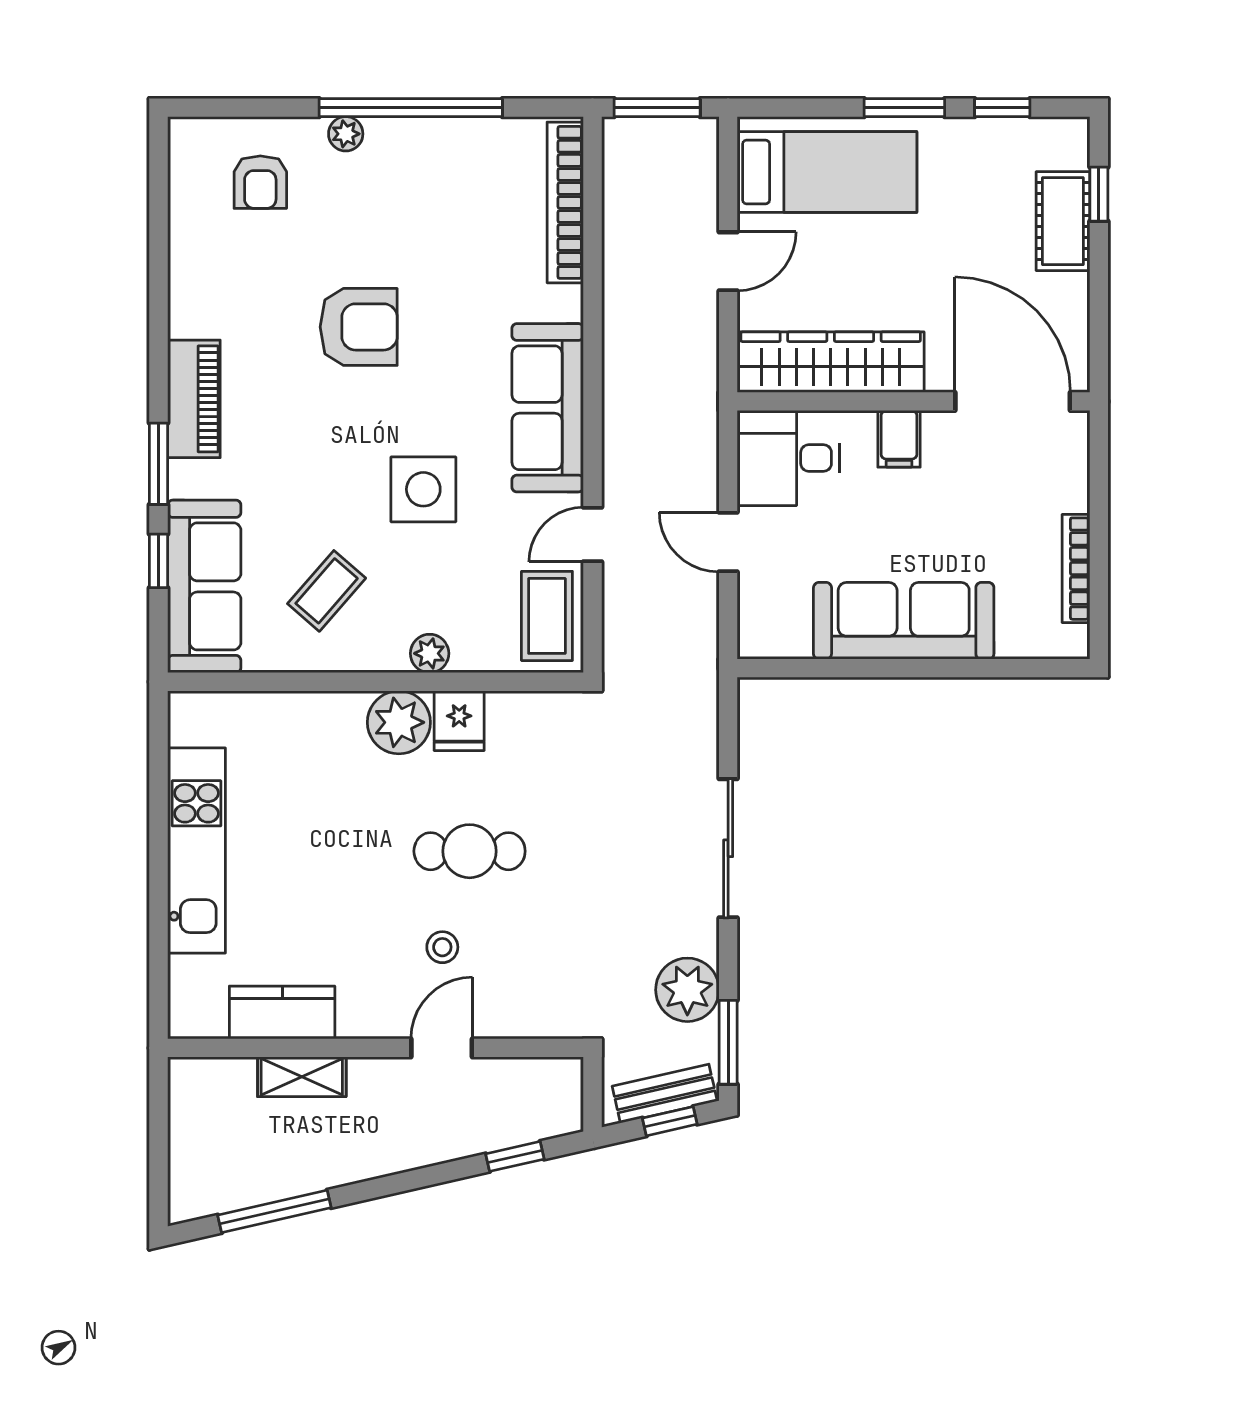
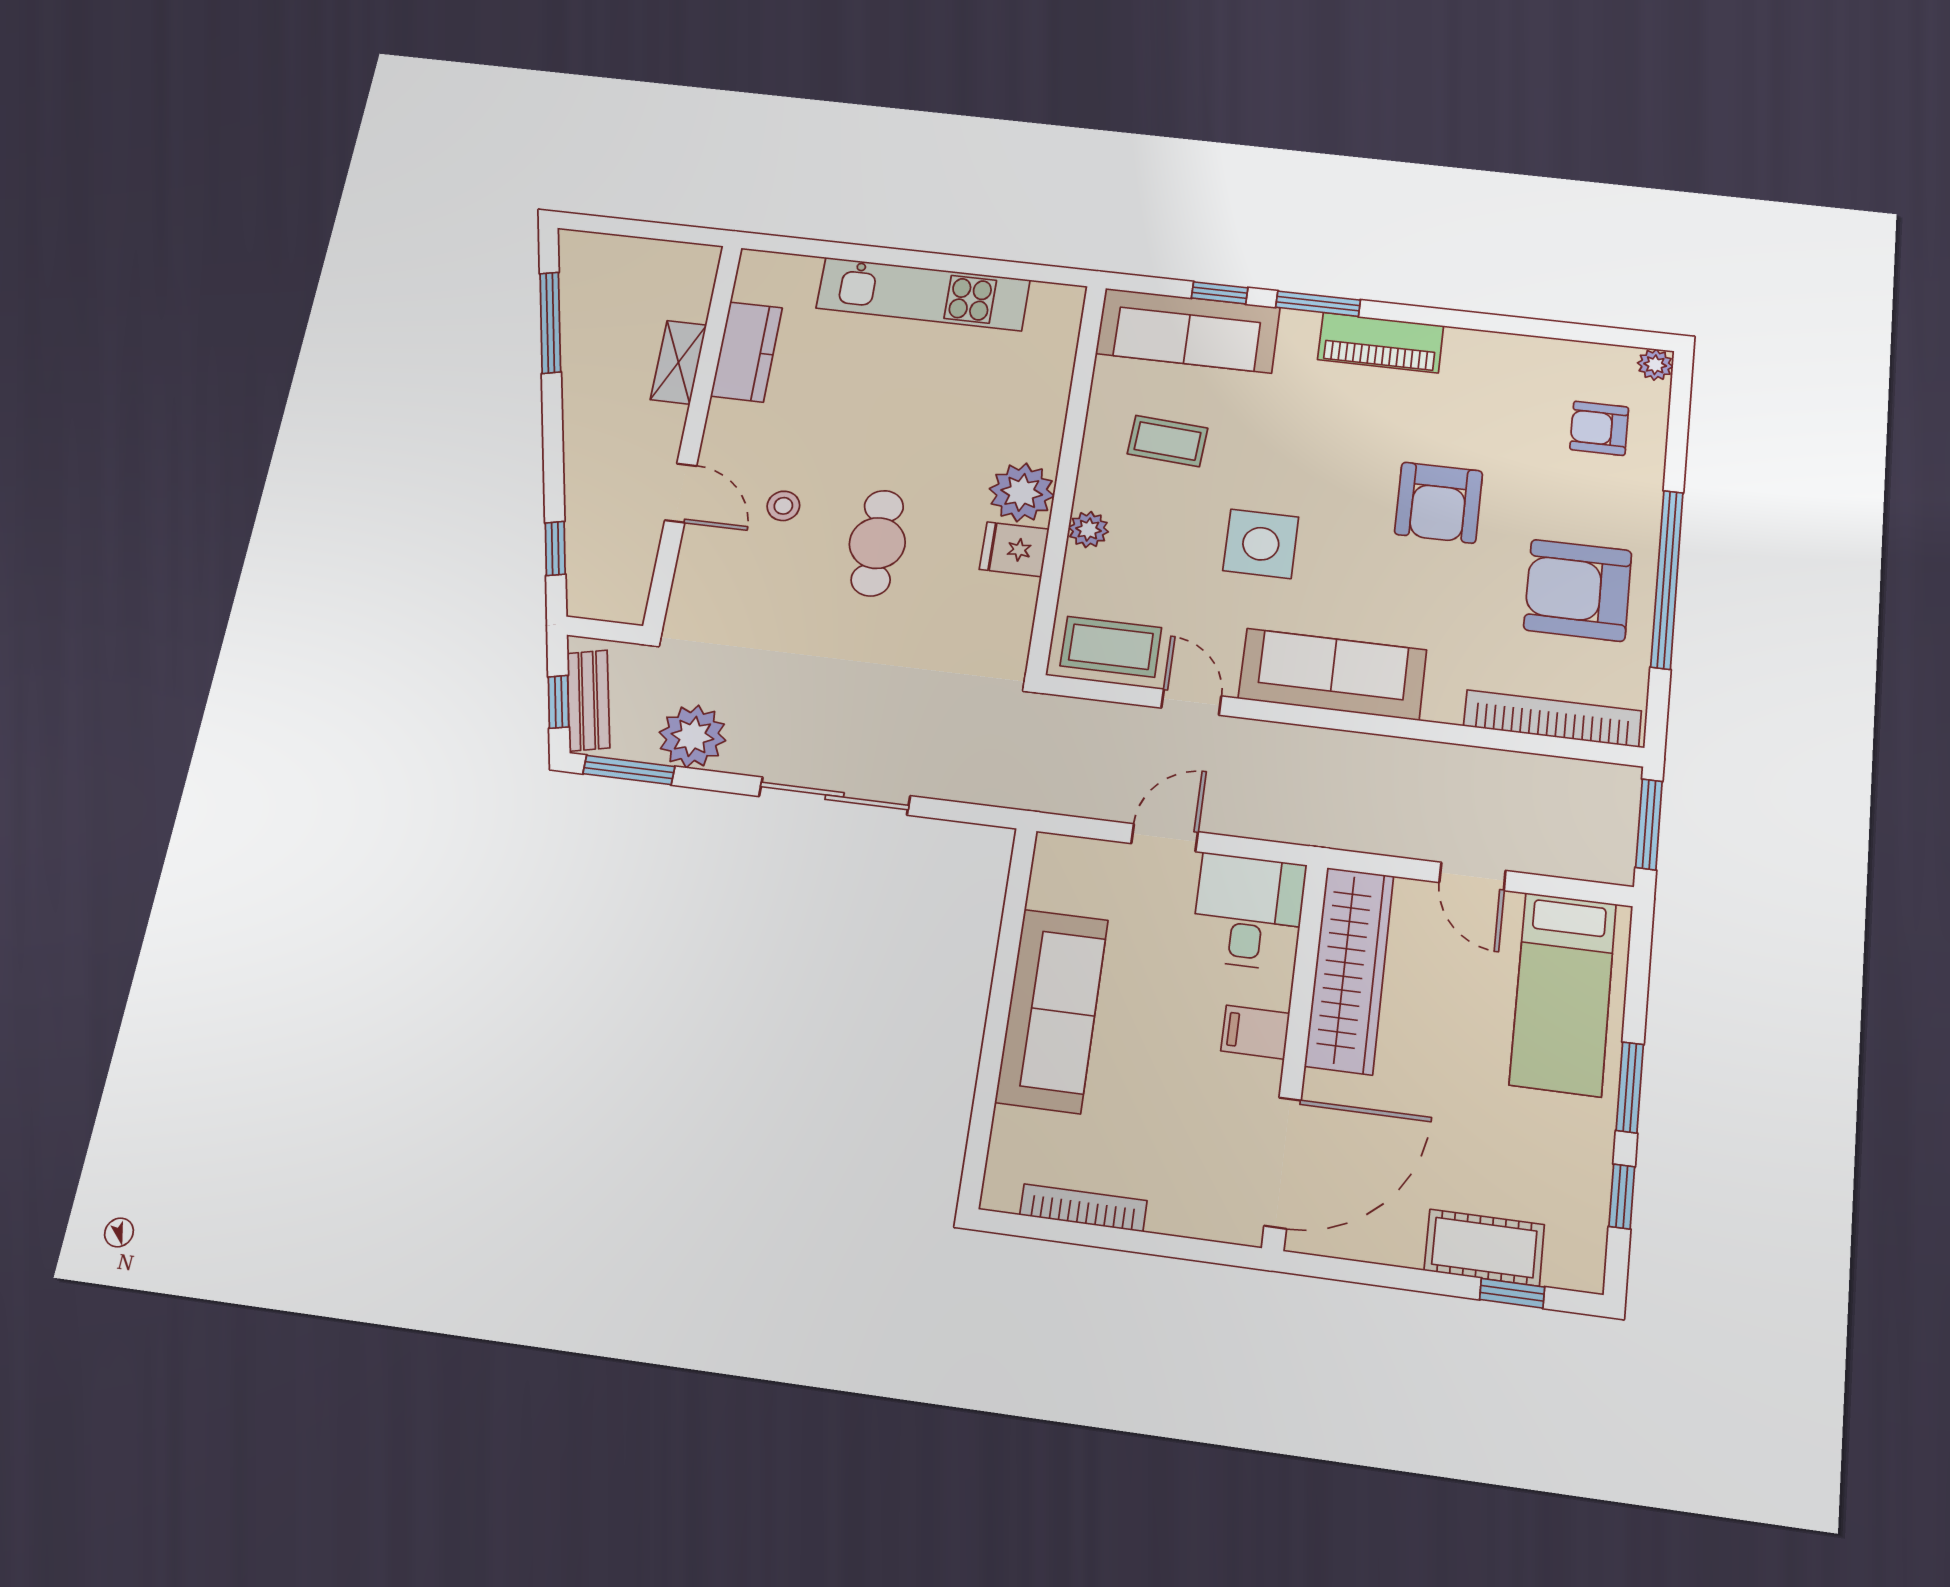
plant: (346, 134) -> (1655, 365), moved
armchair: (433, 189) -> (1578, 590), added
coffee table: (327, 591) -> (1167, 441), turned -37

